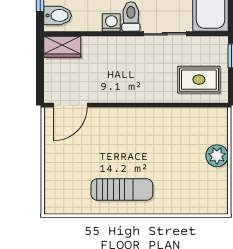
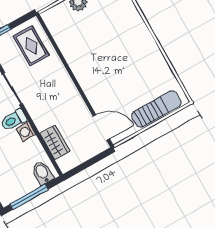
wardrobe: (62, 47) -> (55, 142), moved
sun lounger: (122, 190) -> (156, 109), moved, turned 90

